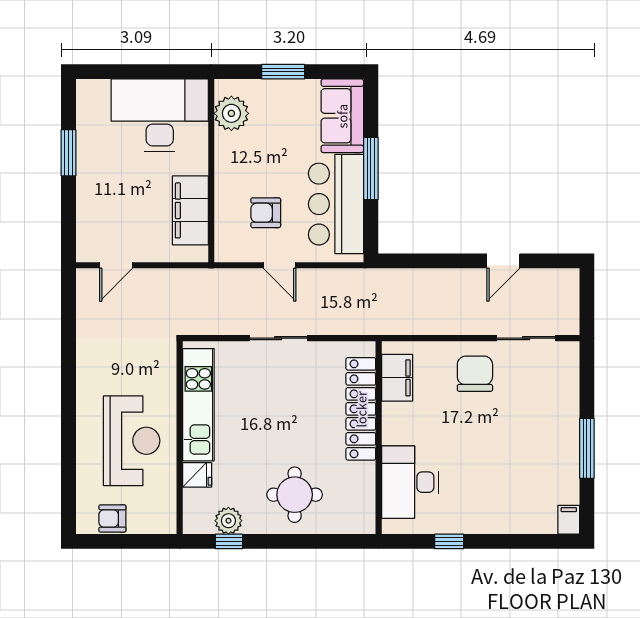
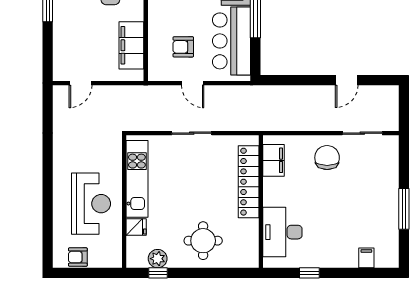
filing cabinet: (569, 520) -> (366, 258), moved

